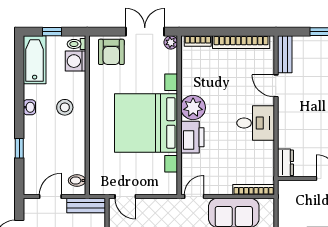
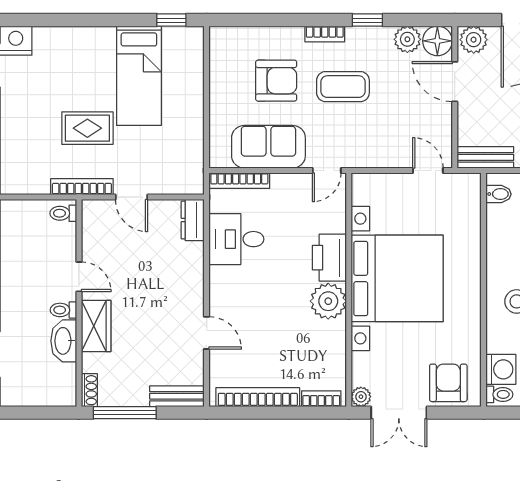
bench: (285, 54) -> (177, 396), moved, turned 90
desk: (256, 123) -> (236, 239), moved

